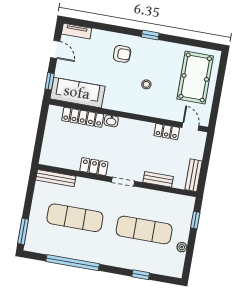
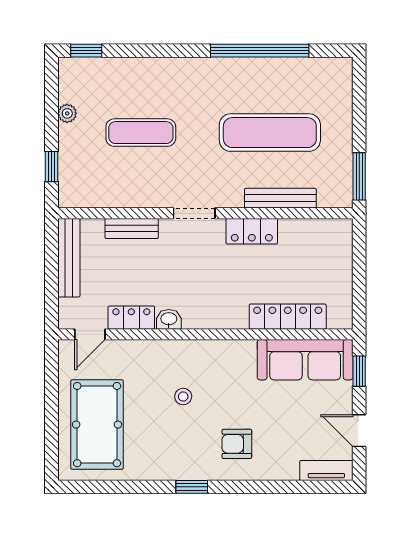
washbasin: (111, 121) -> (169, 319), moved
door: (190, 127) -> (90, 334), hinge flipped
bench: (194, 175) -> (69, 258), width x1.36
bench: (56, 178) -> (280, 198), moved
exercise mat: (144, 230) -> (141, 133), width x0.73, depth x0.69
window: (23, 231) -> (359, 176), moved
window: (141, 275) -> (86, 51), moved

